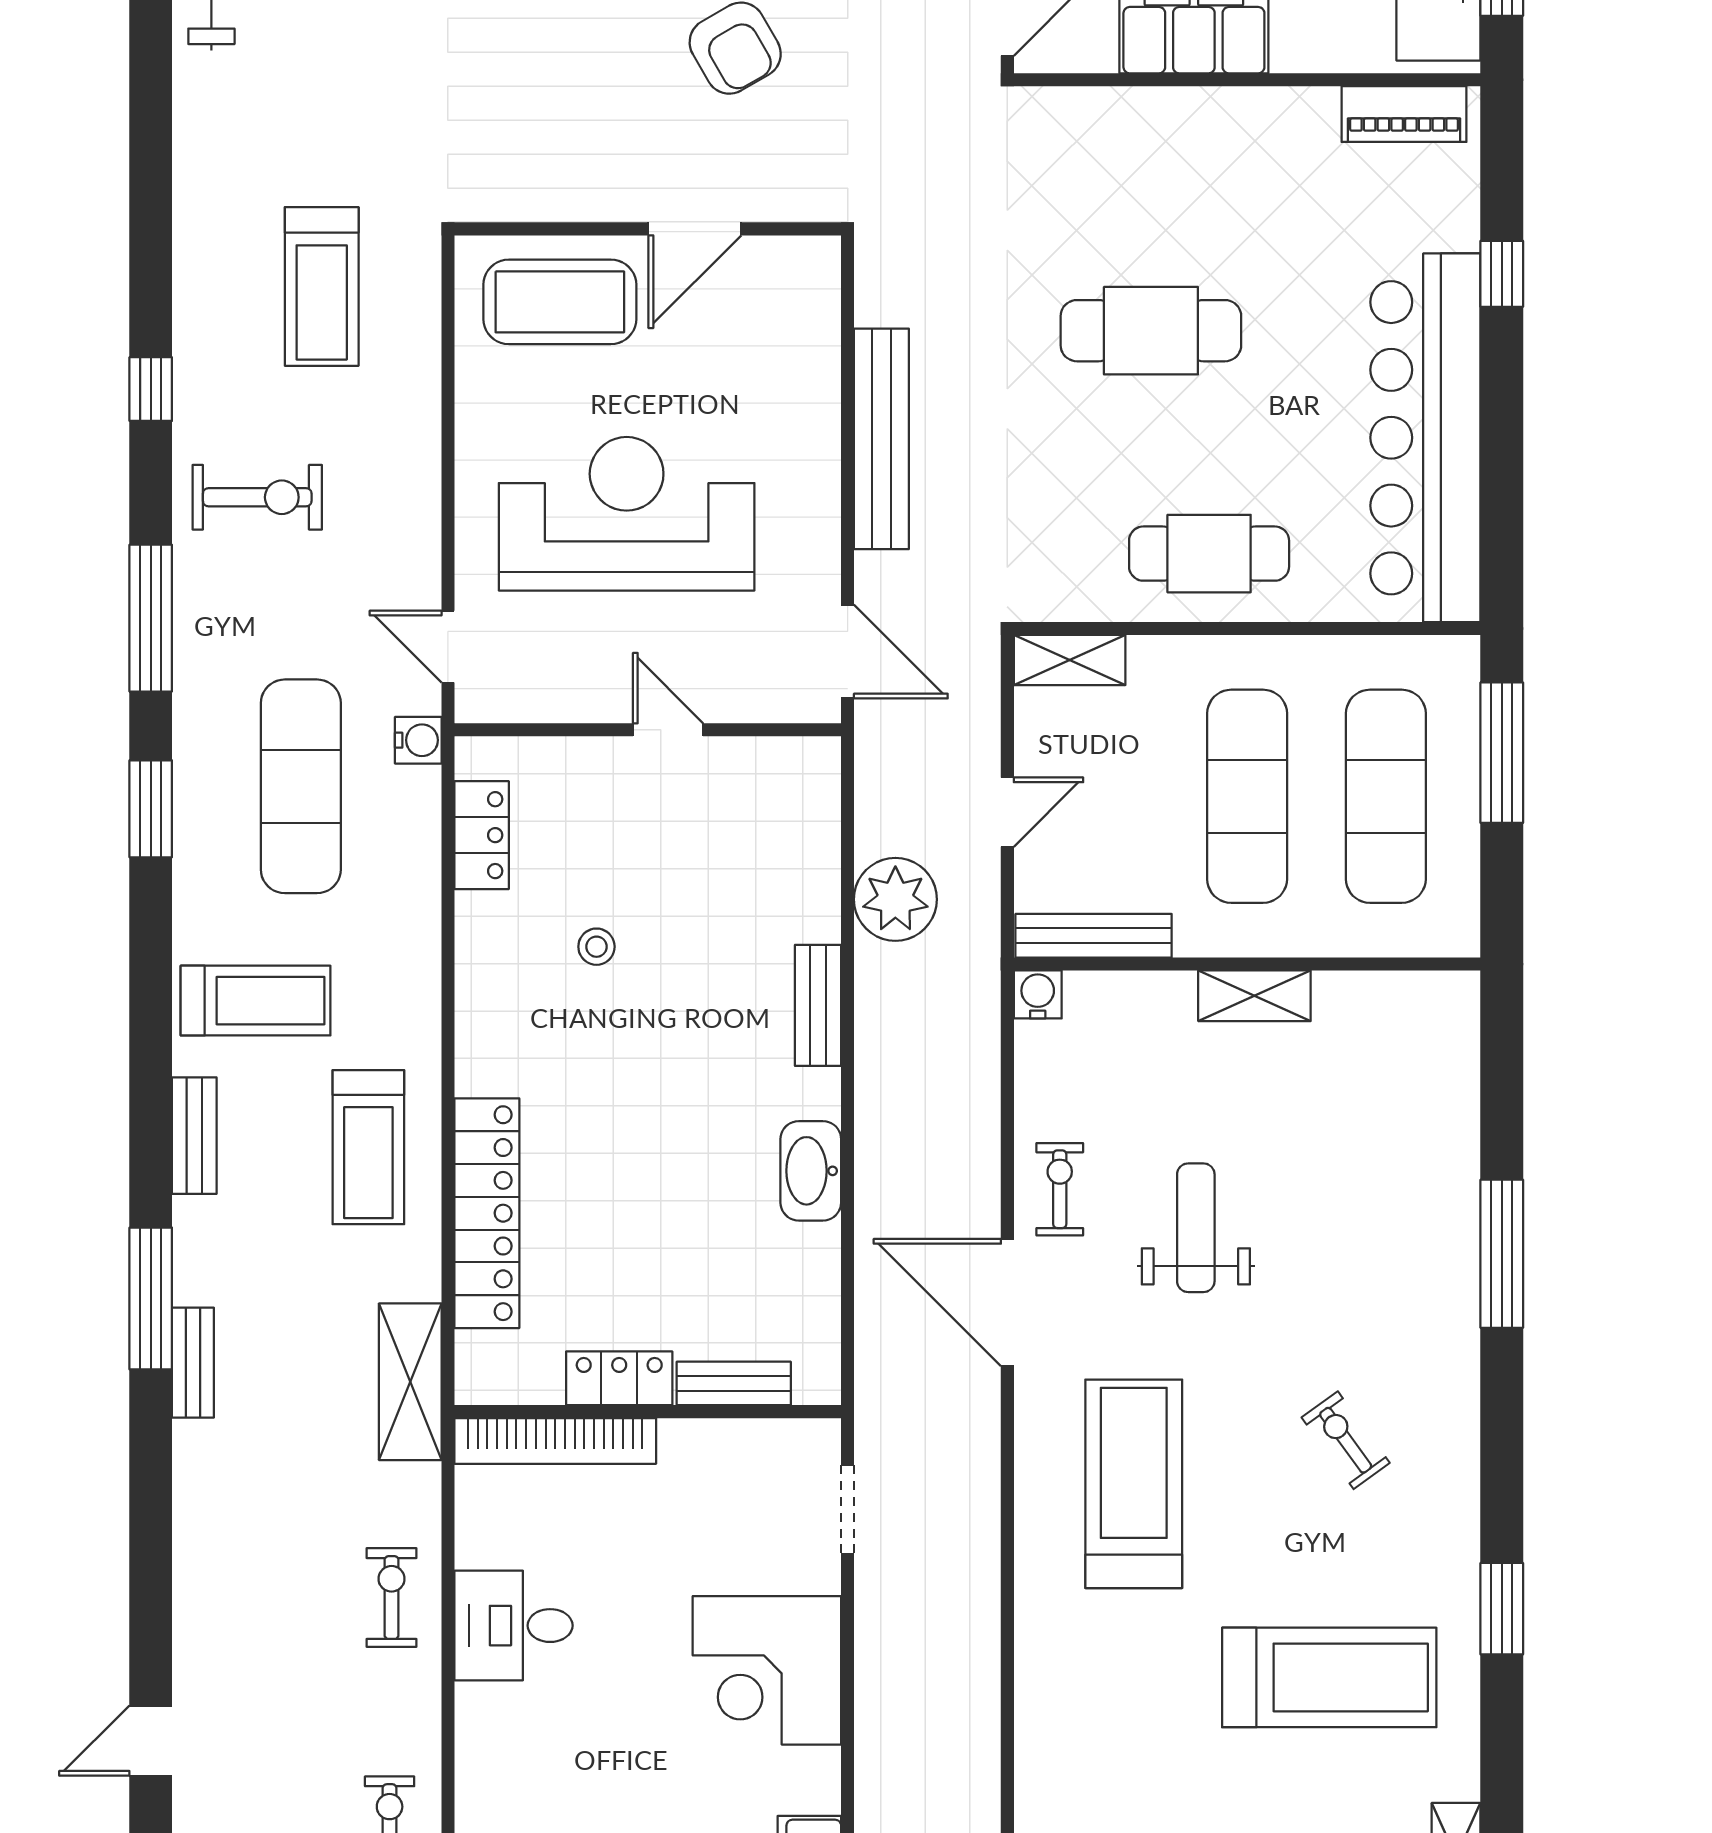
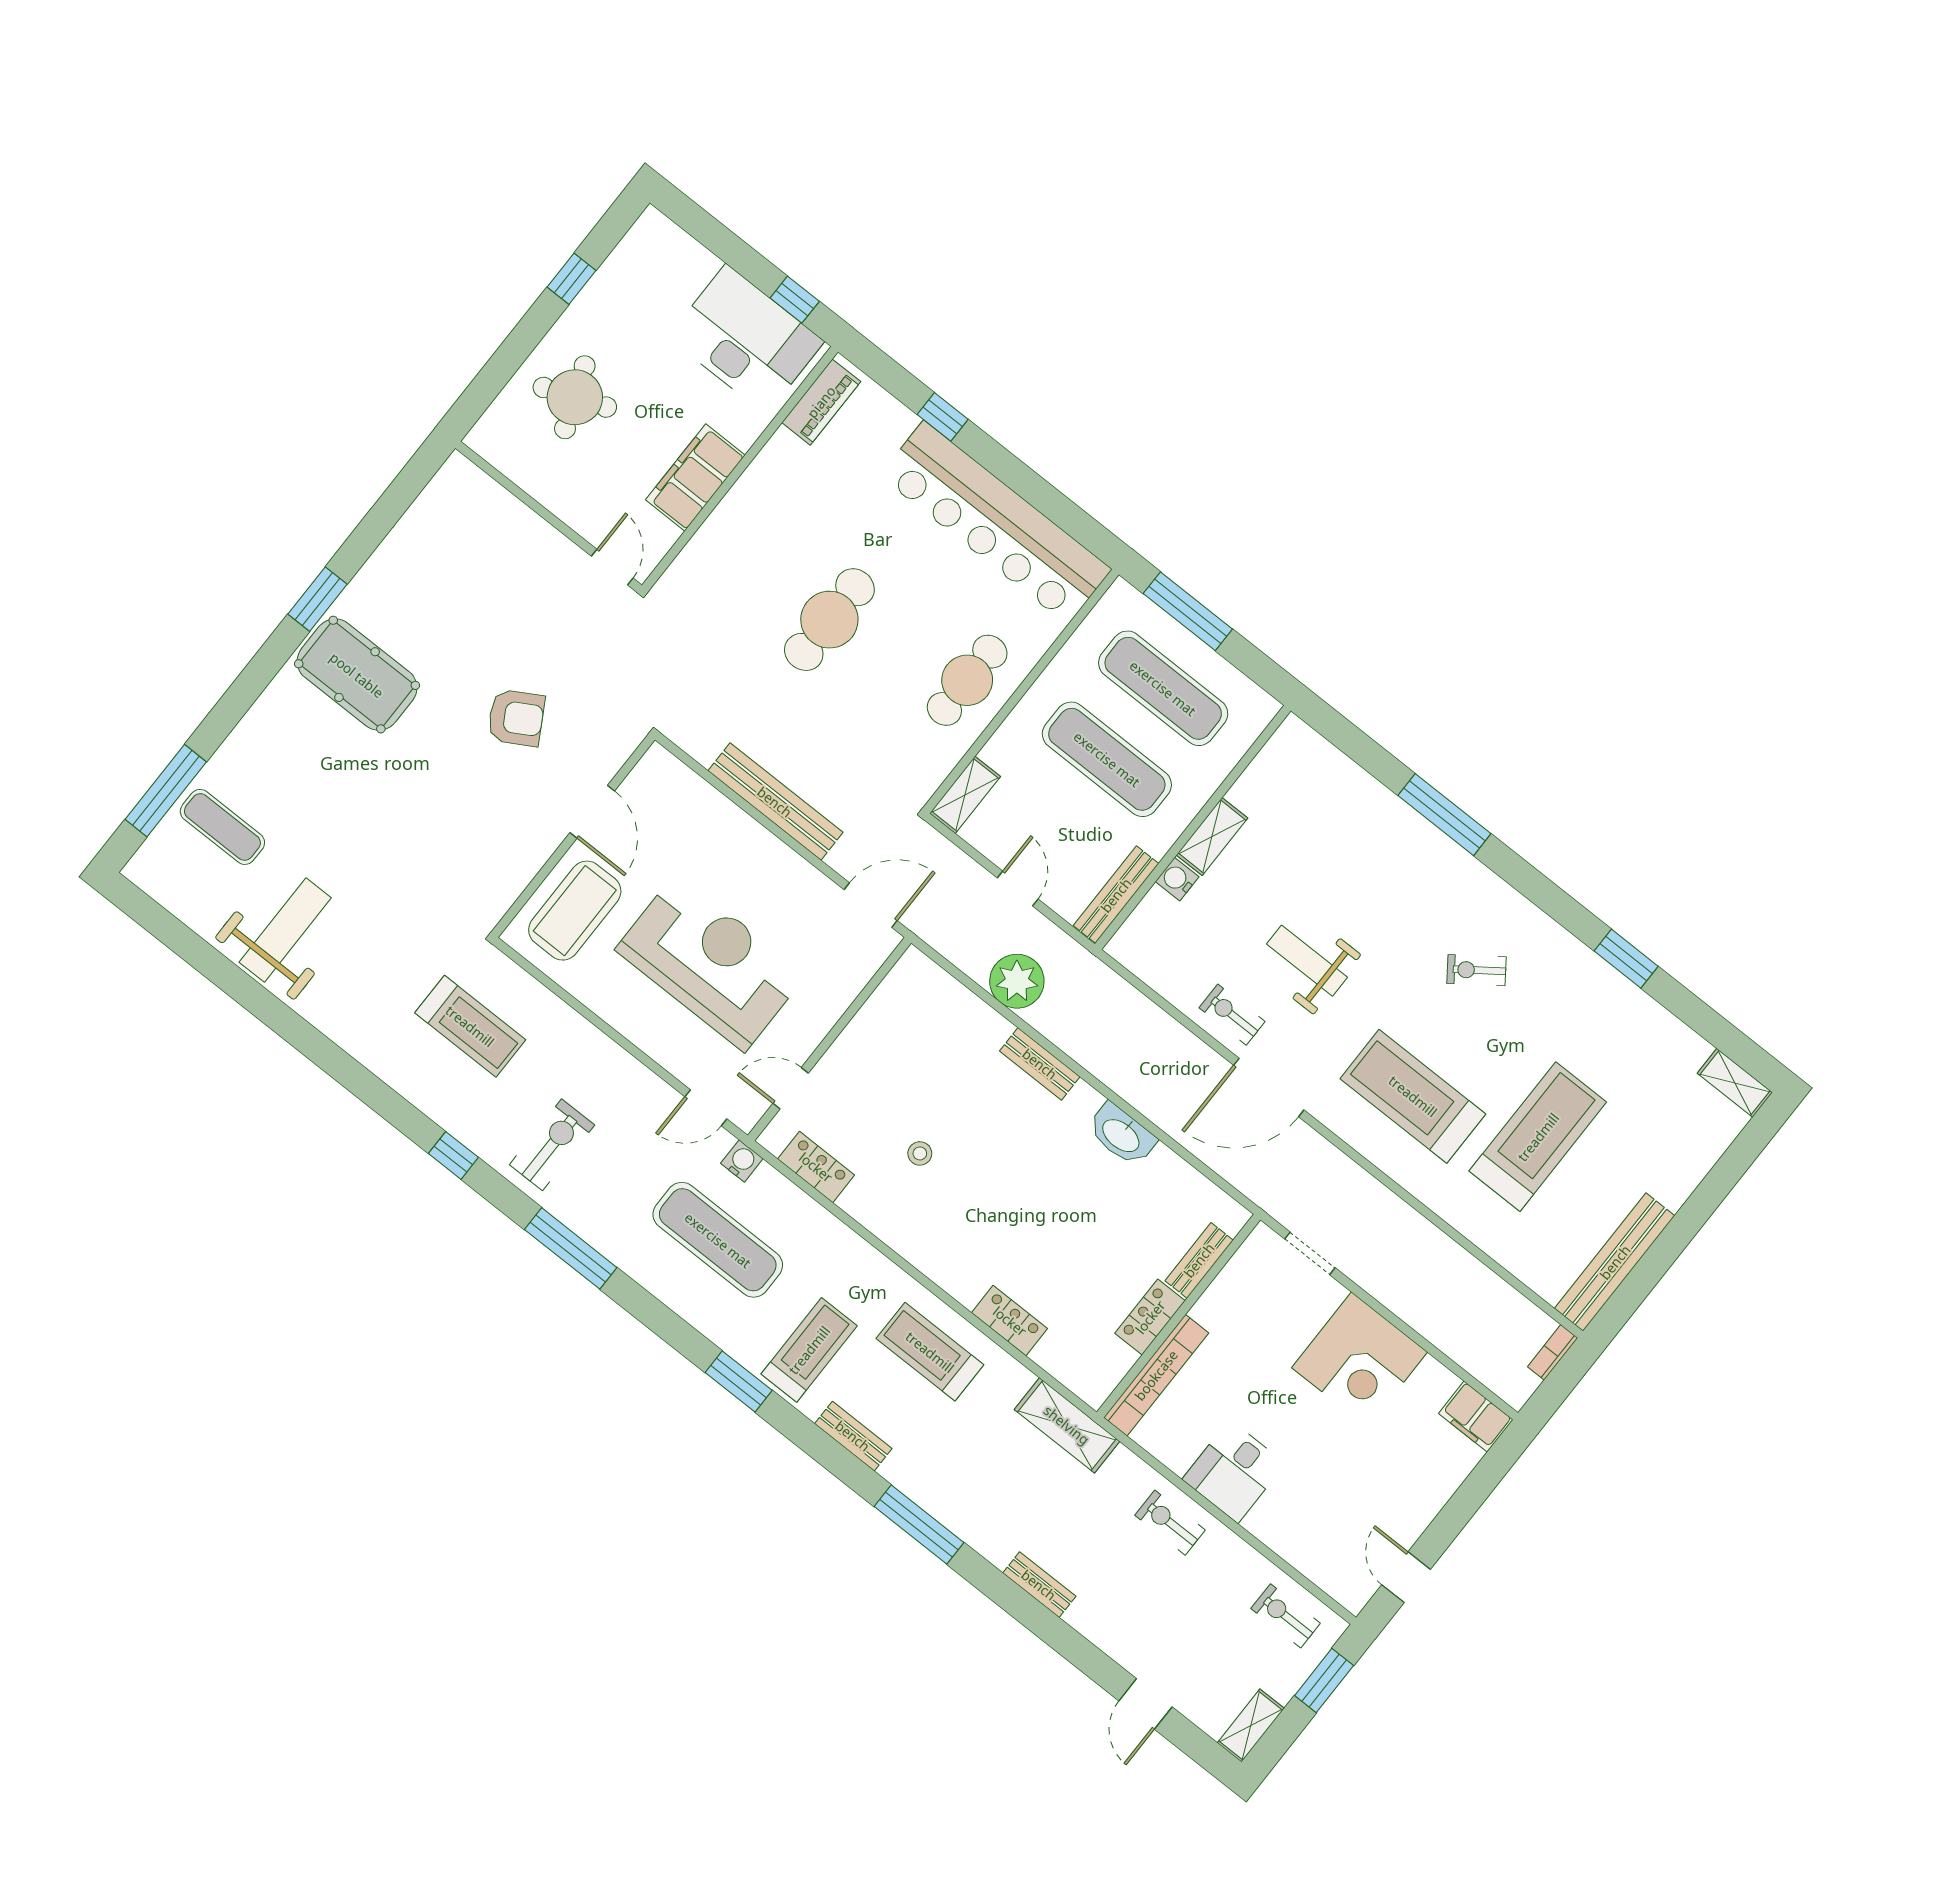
reception desk: (627, 514) -> (710, 962), turned 90
door: (668, 730) -> (791, 1088), moved
window: (151, 809) -> (739, 1381), moved
water cooler: (1038, 994) -> (1177, 879), moved
treadmill: (368, 1147) -> (930, 1352), turned 180
locker: (487, 1213) -> (1010, 1321), width x0.46, depth x0.83
bench: (193, 1363) -> (1039, 1585), moved
treadmill: (1329, 1677) -> (1538, 1137), moved

